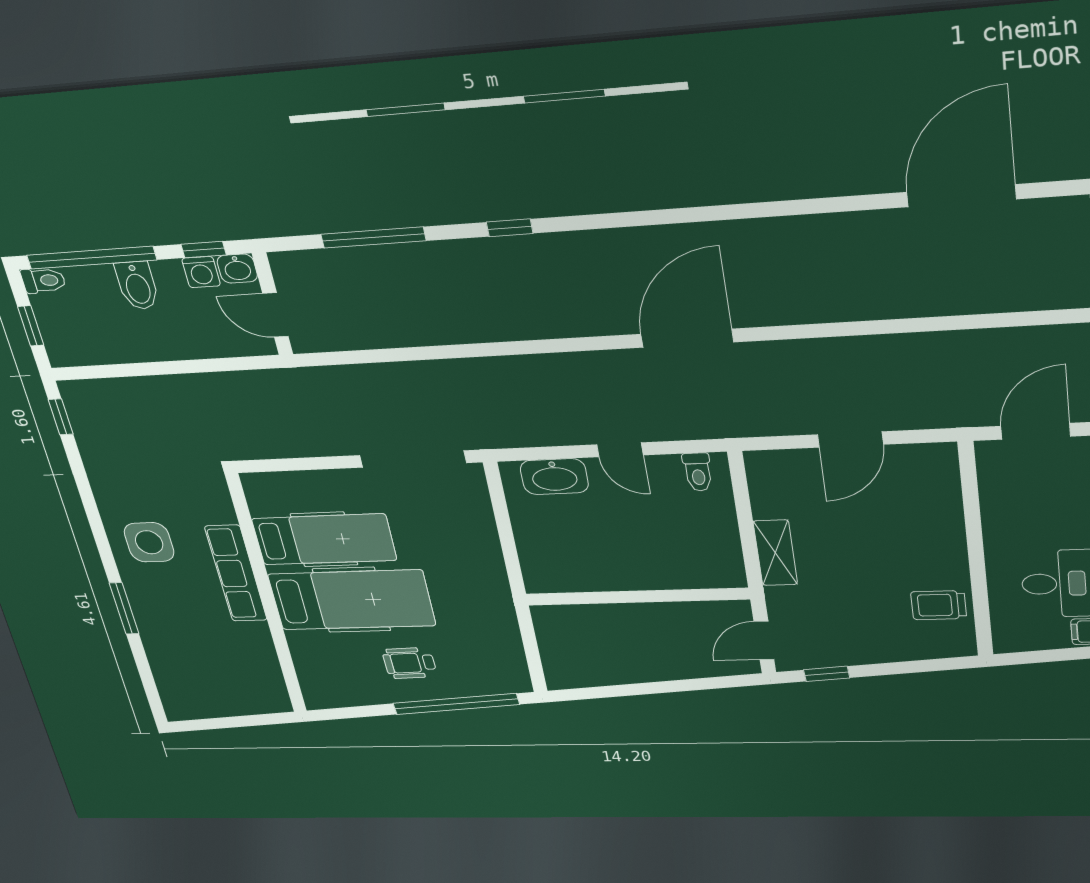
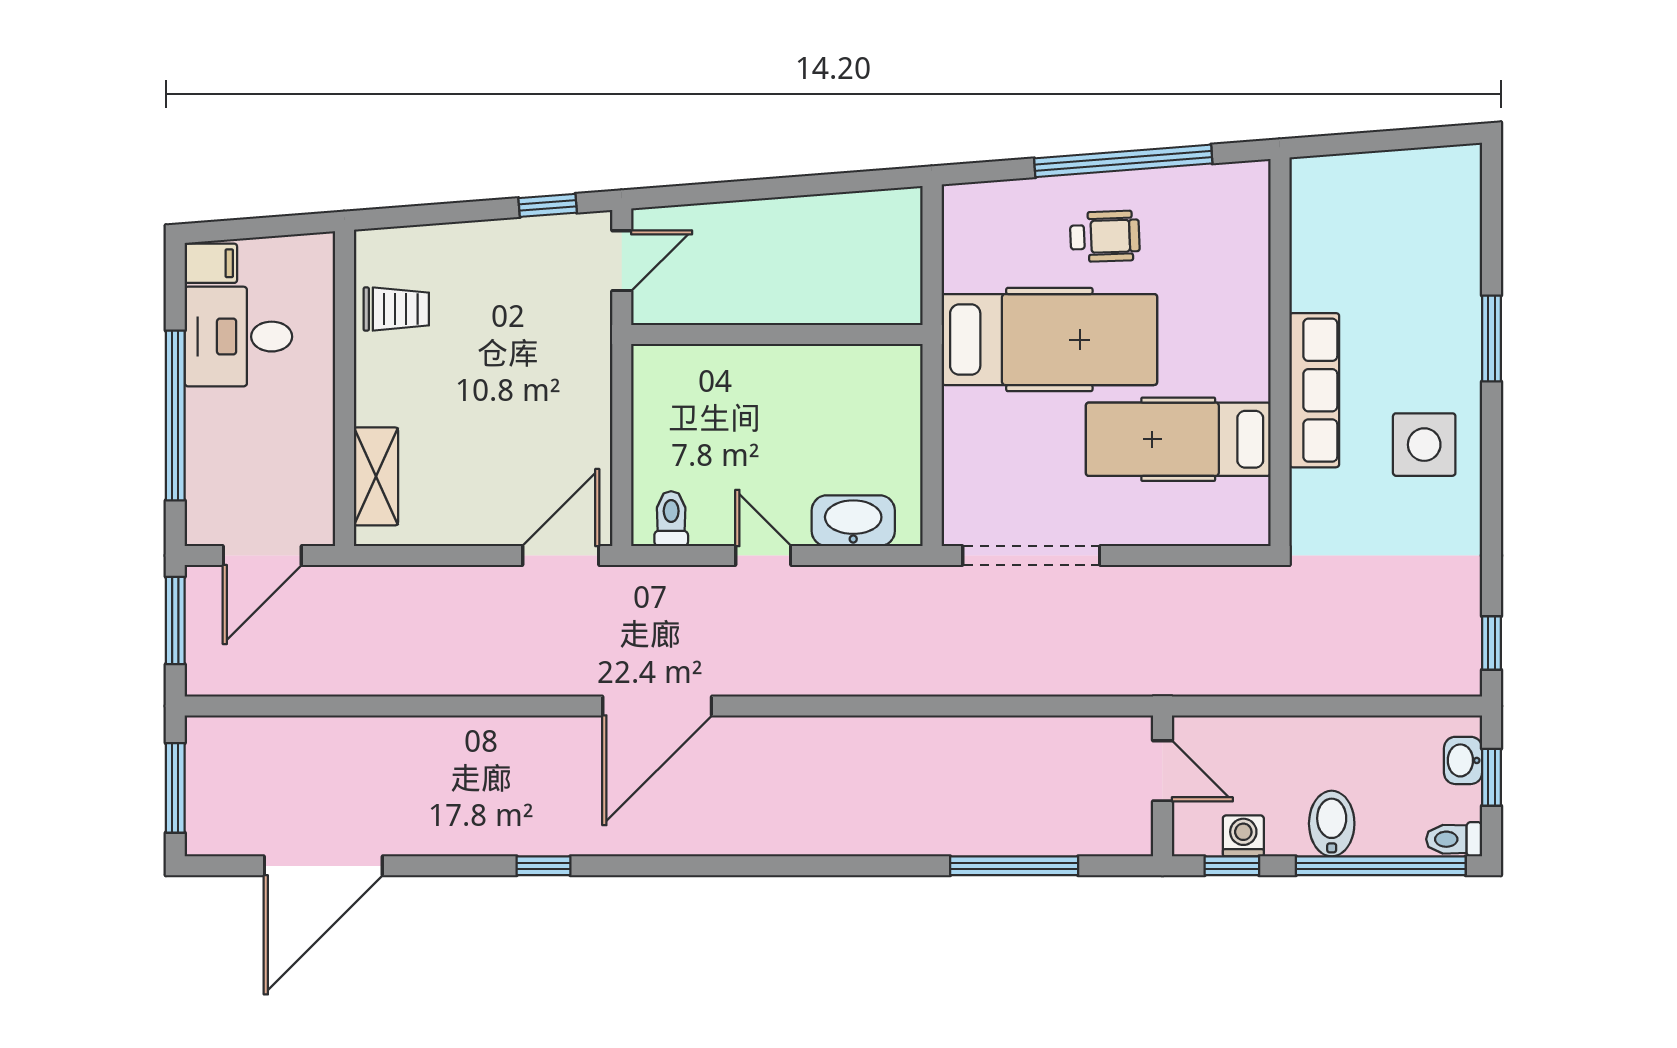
window: (510, 228) -> (543, 866), moved
washbasin: (237, 269) -> (1463, 760), moved, turned -90
door: (850, 440) -> (561, 556), moved
shelving: (775, 553) -> (376, 476), moved
hospital bed: (352, 600) -> (1049, 340), moved, turned 180
window: (456, 704) -> (1123, 161), moved

